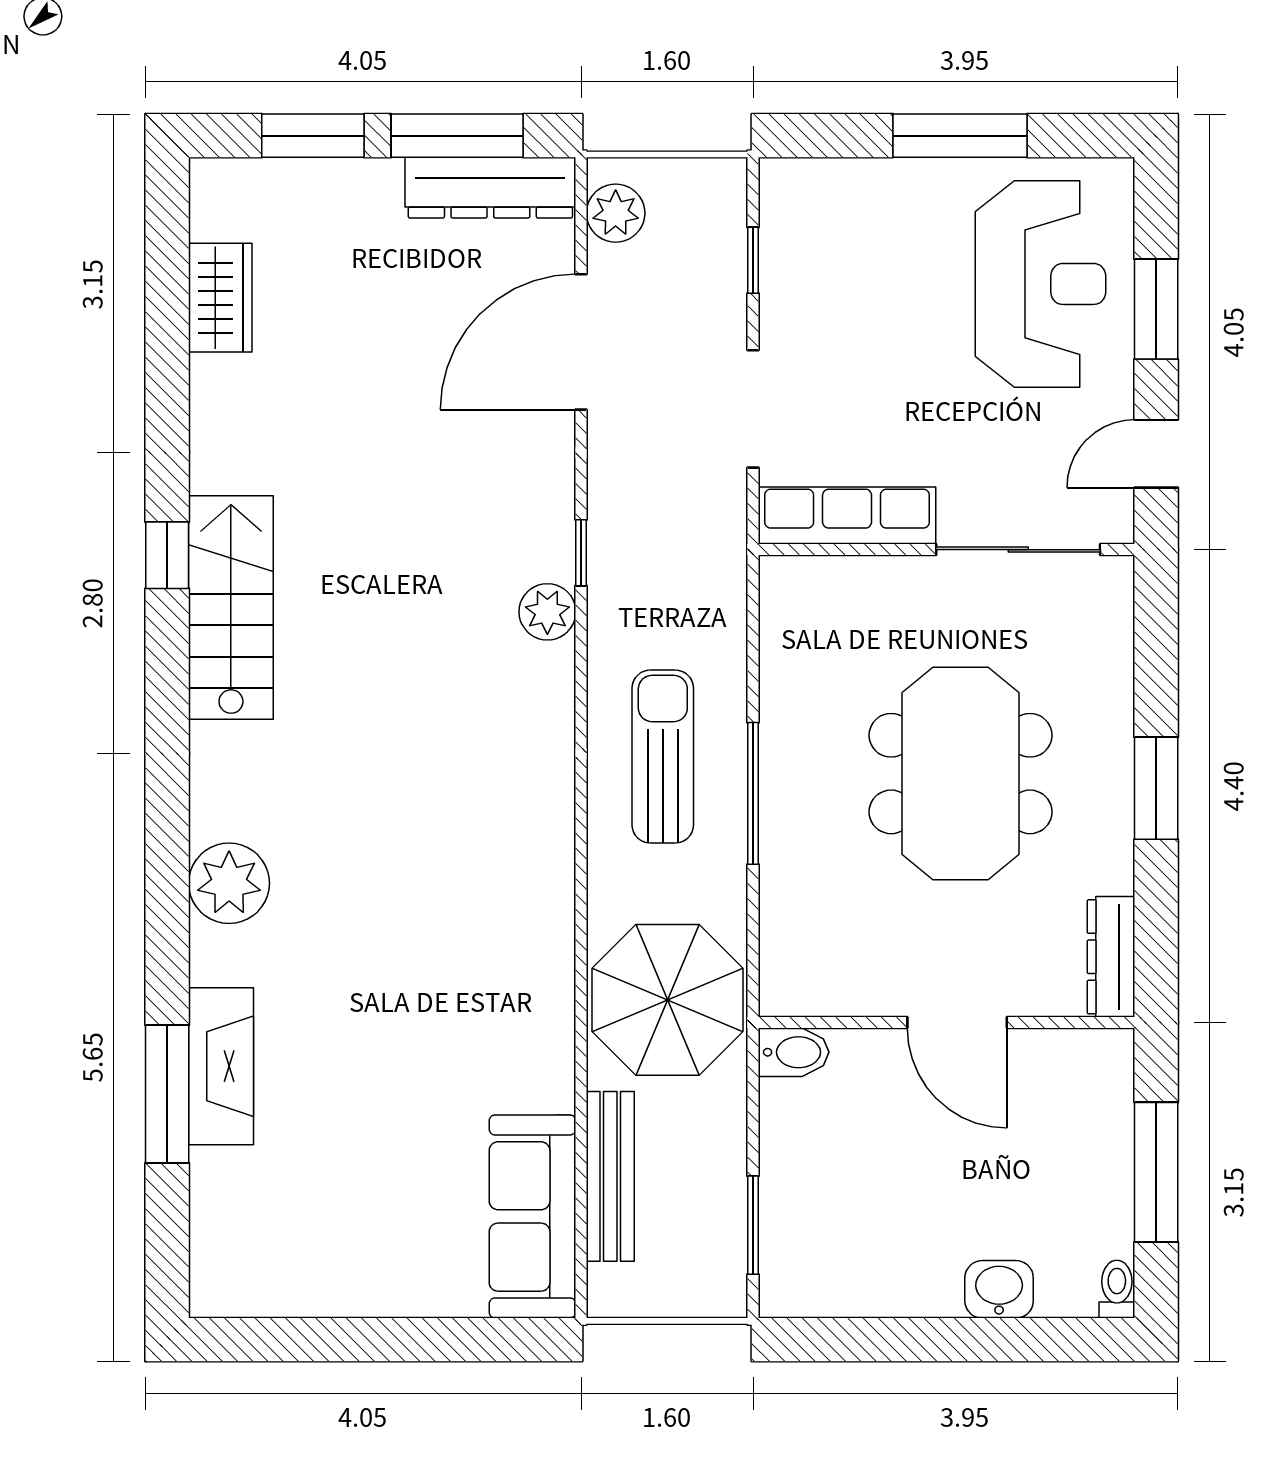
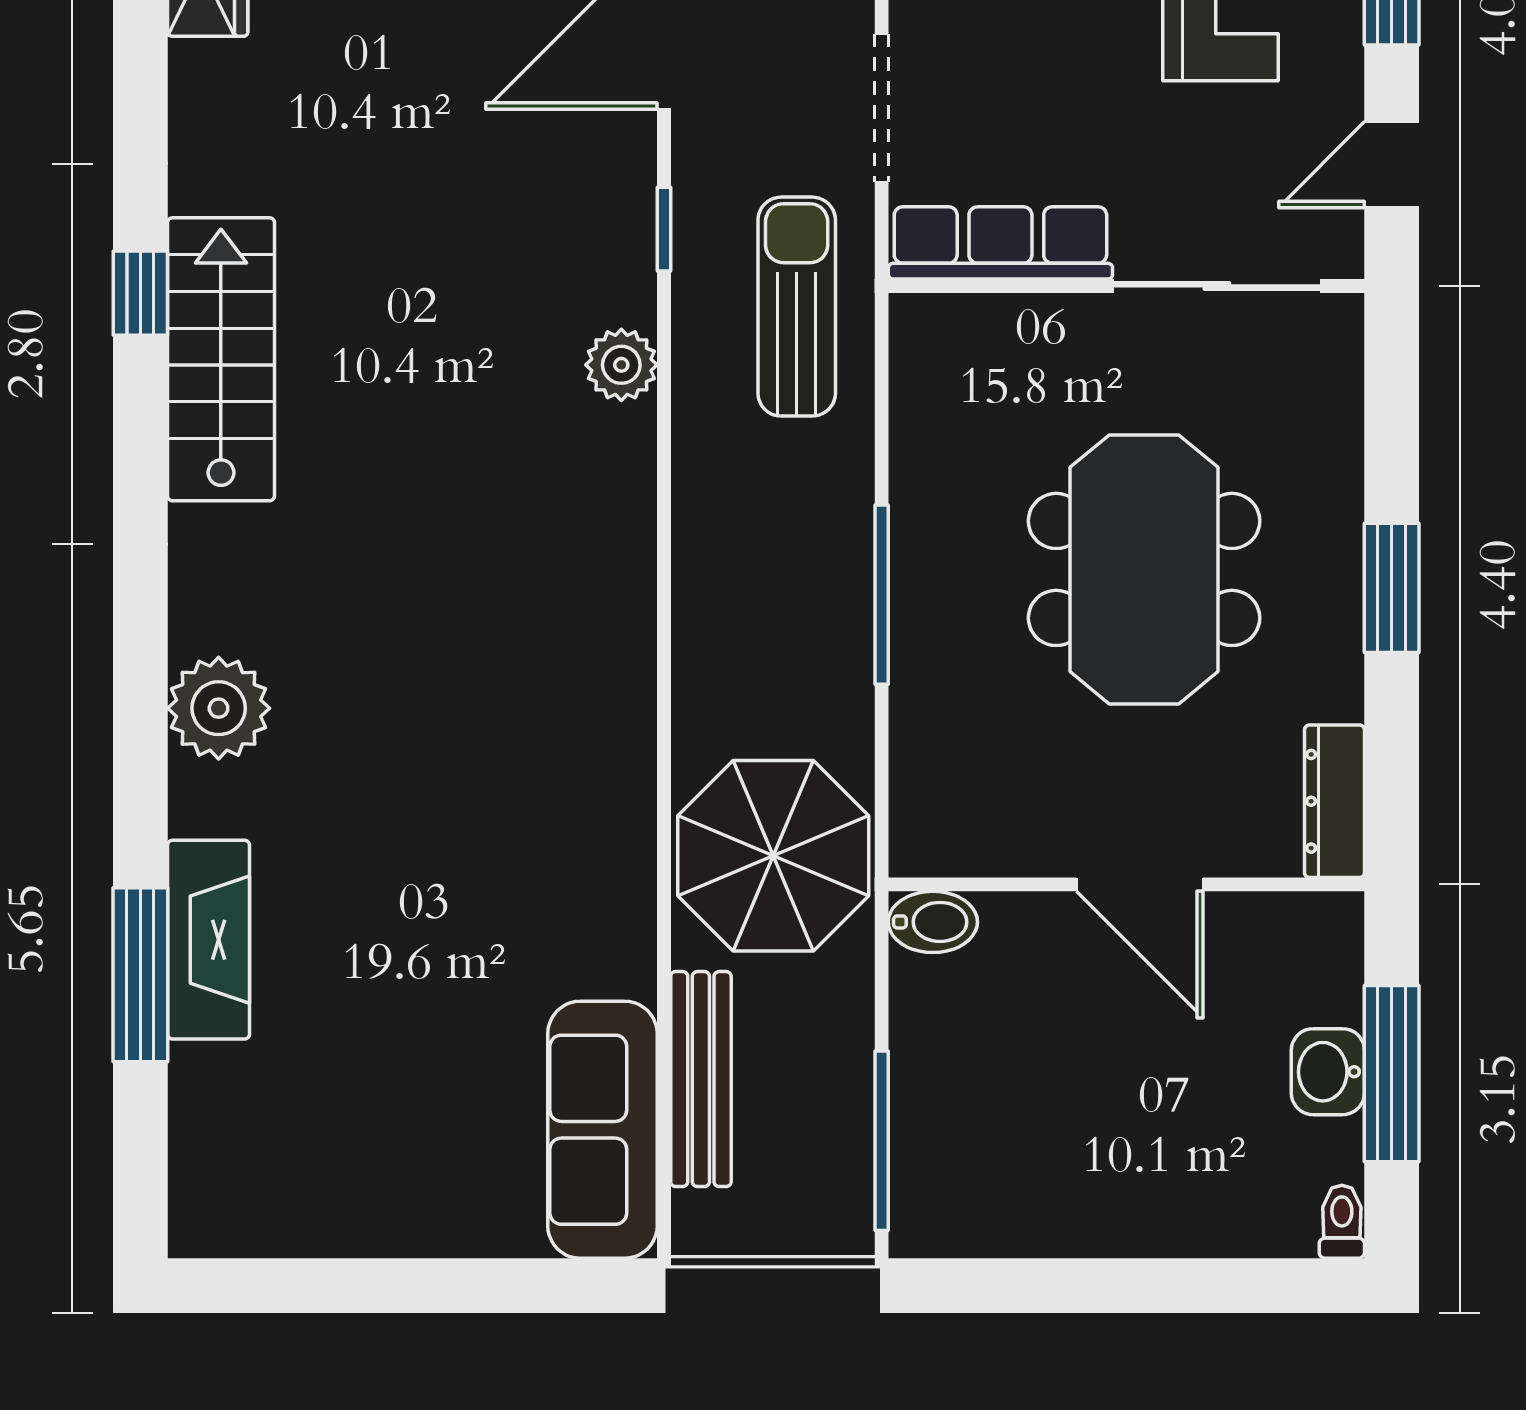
window: (581, 553) -> (664, 229), moved
sun lounger: (663, 757) -> (797, 307), moved
window: (753, 1225) -> (882, 1141), width x1.44
washbasin: (999, 1289) -> (1328, 1072), moved, turned -90

